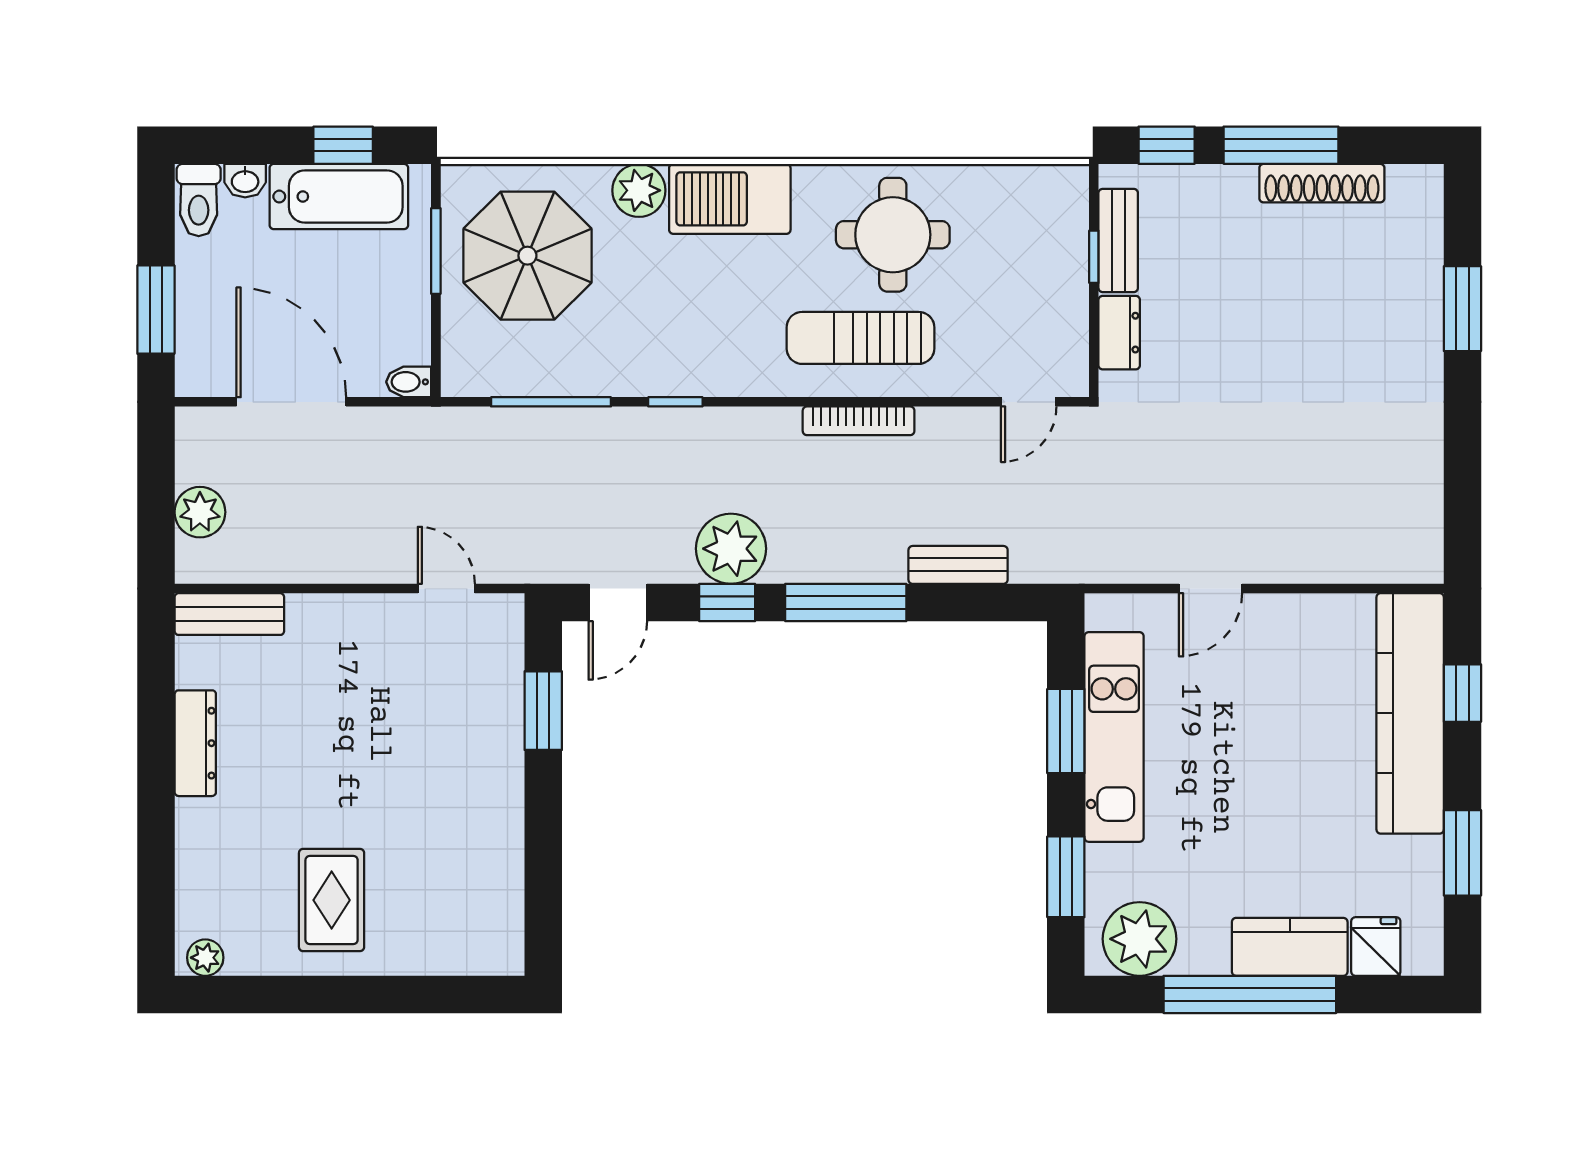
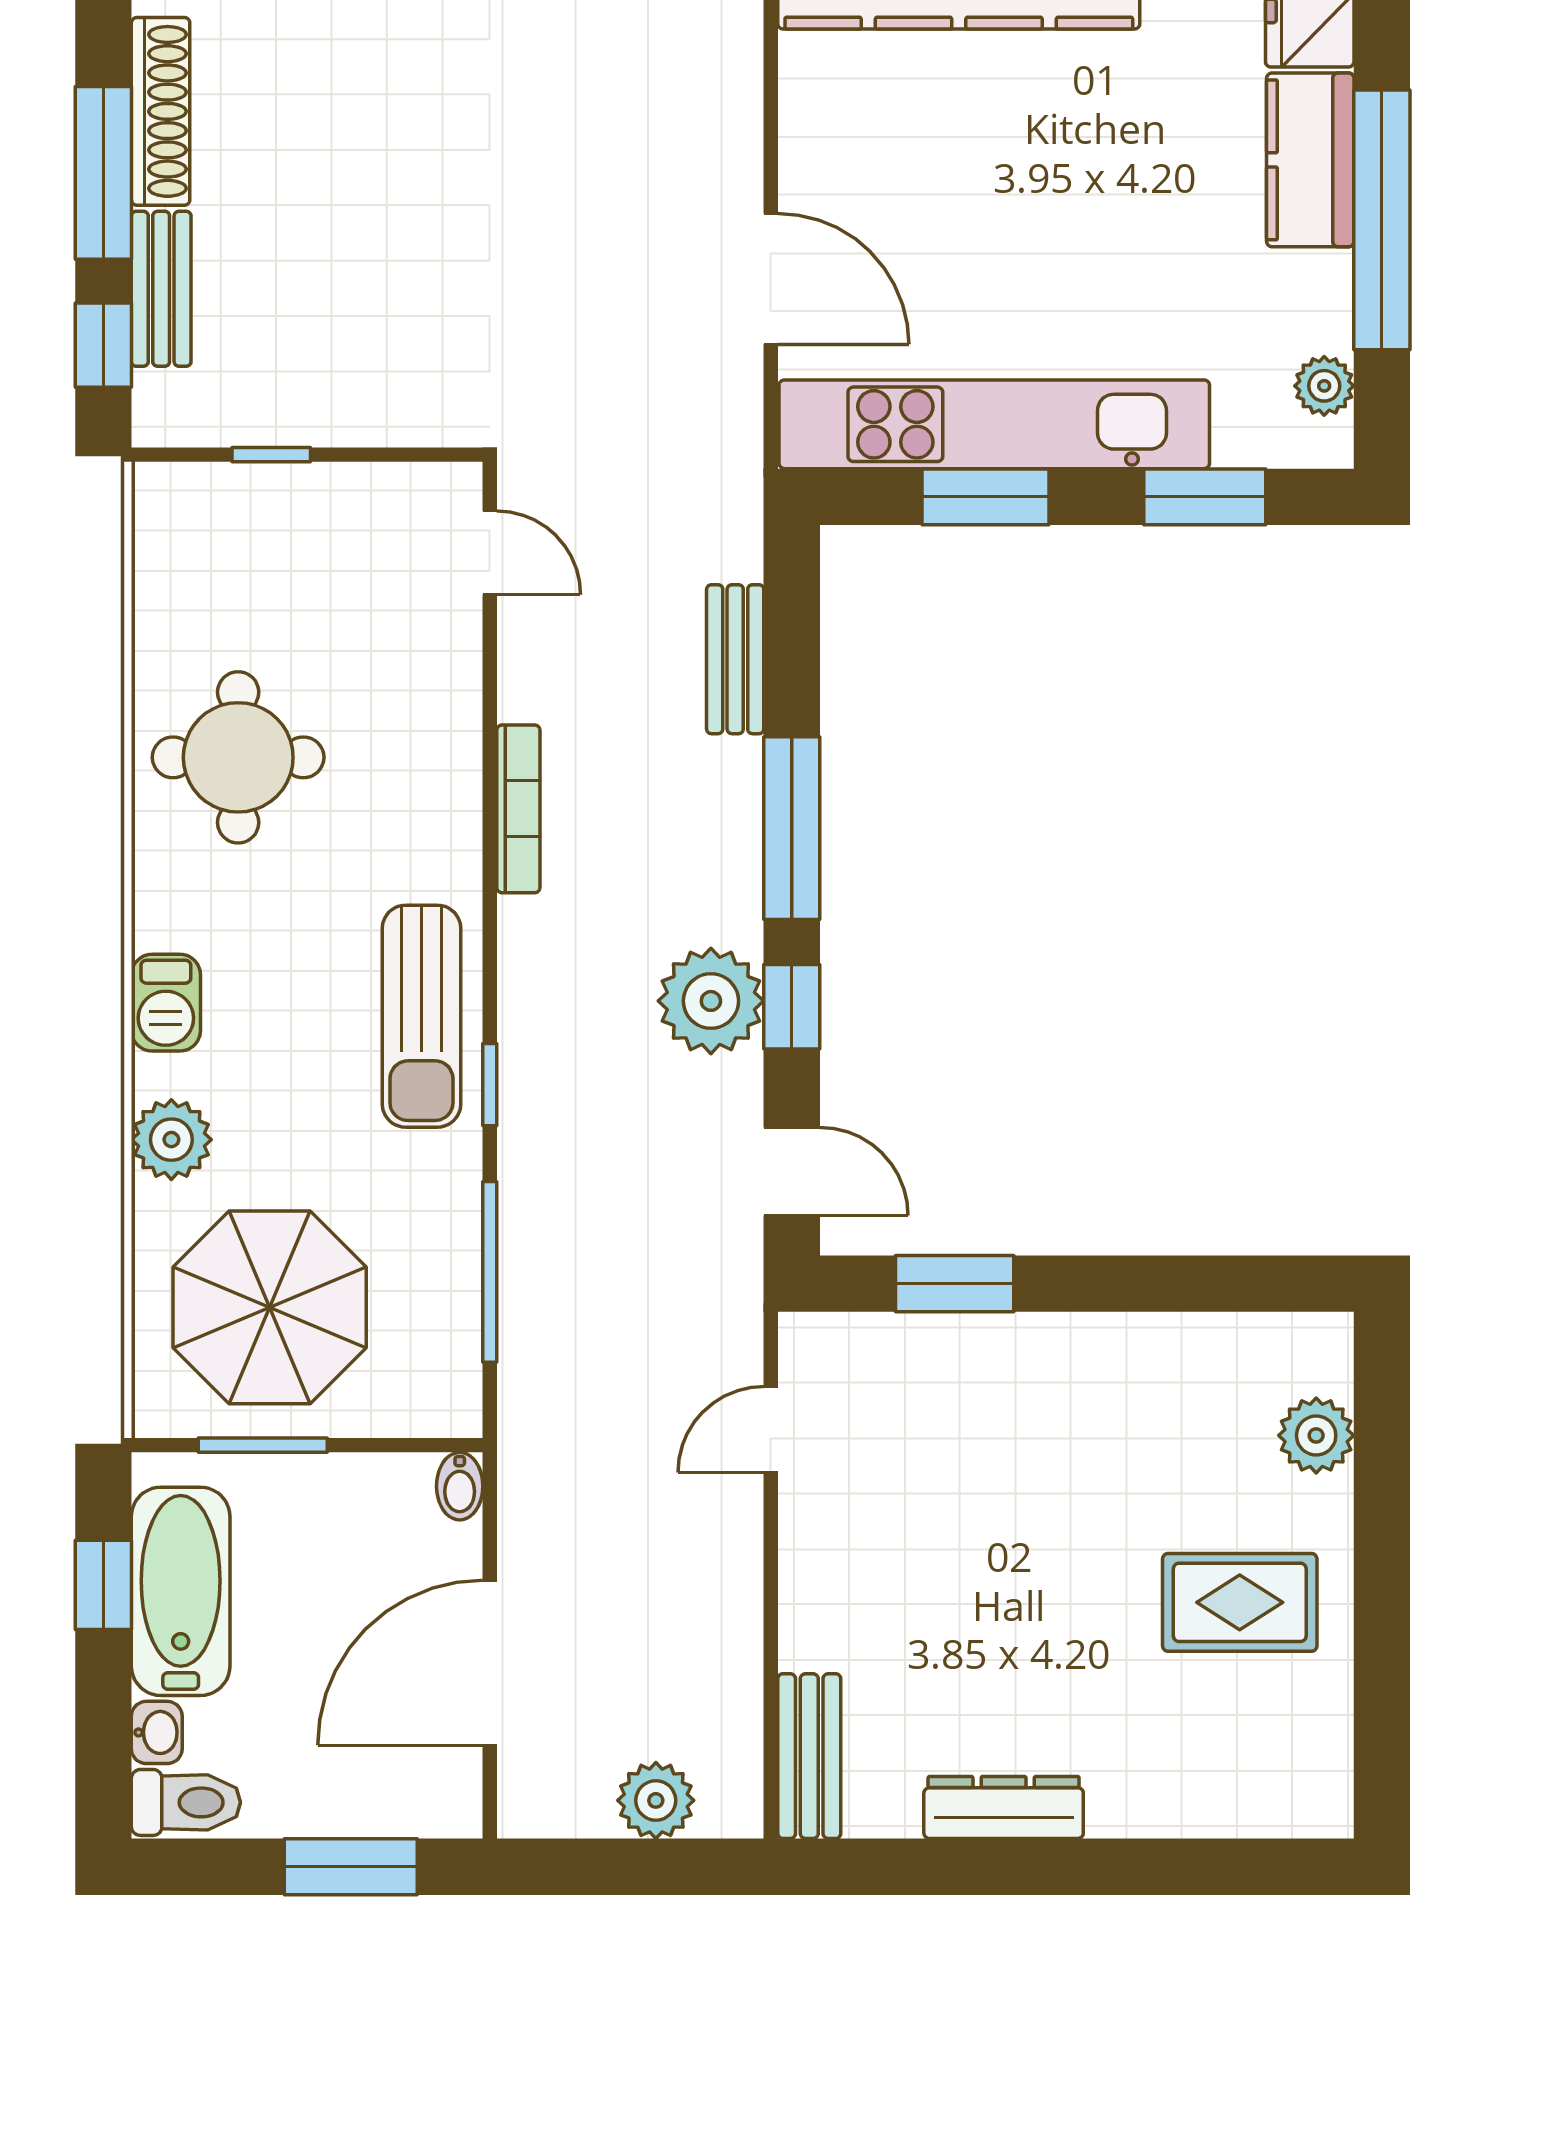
barbecue: (730, 199) -> (166, 1003), width x0.53, depth x0.65
bench: (1118, 240) -> (161, 289), moved, turned 90
dresser: (1119, 333) -> (386, 417), removed
sun lounger: (860, 338) -> (421, 1016), moved
door: (1211, 588) -> (771, 279), width x1.38
kitchen unit: (1114, 737) -> (994, 424), width x1.36
plant: (1140, 939) -> (1324, 386), width x0.53, depth x0.53
plant: (205, 958) -> (1316, 1435), moved, width x1.38, depth x1.38

